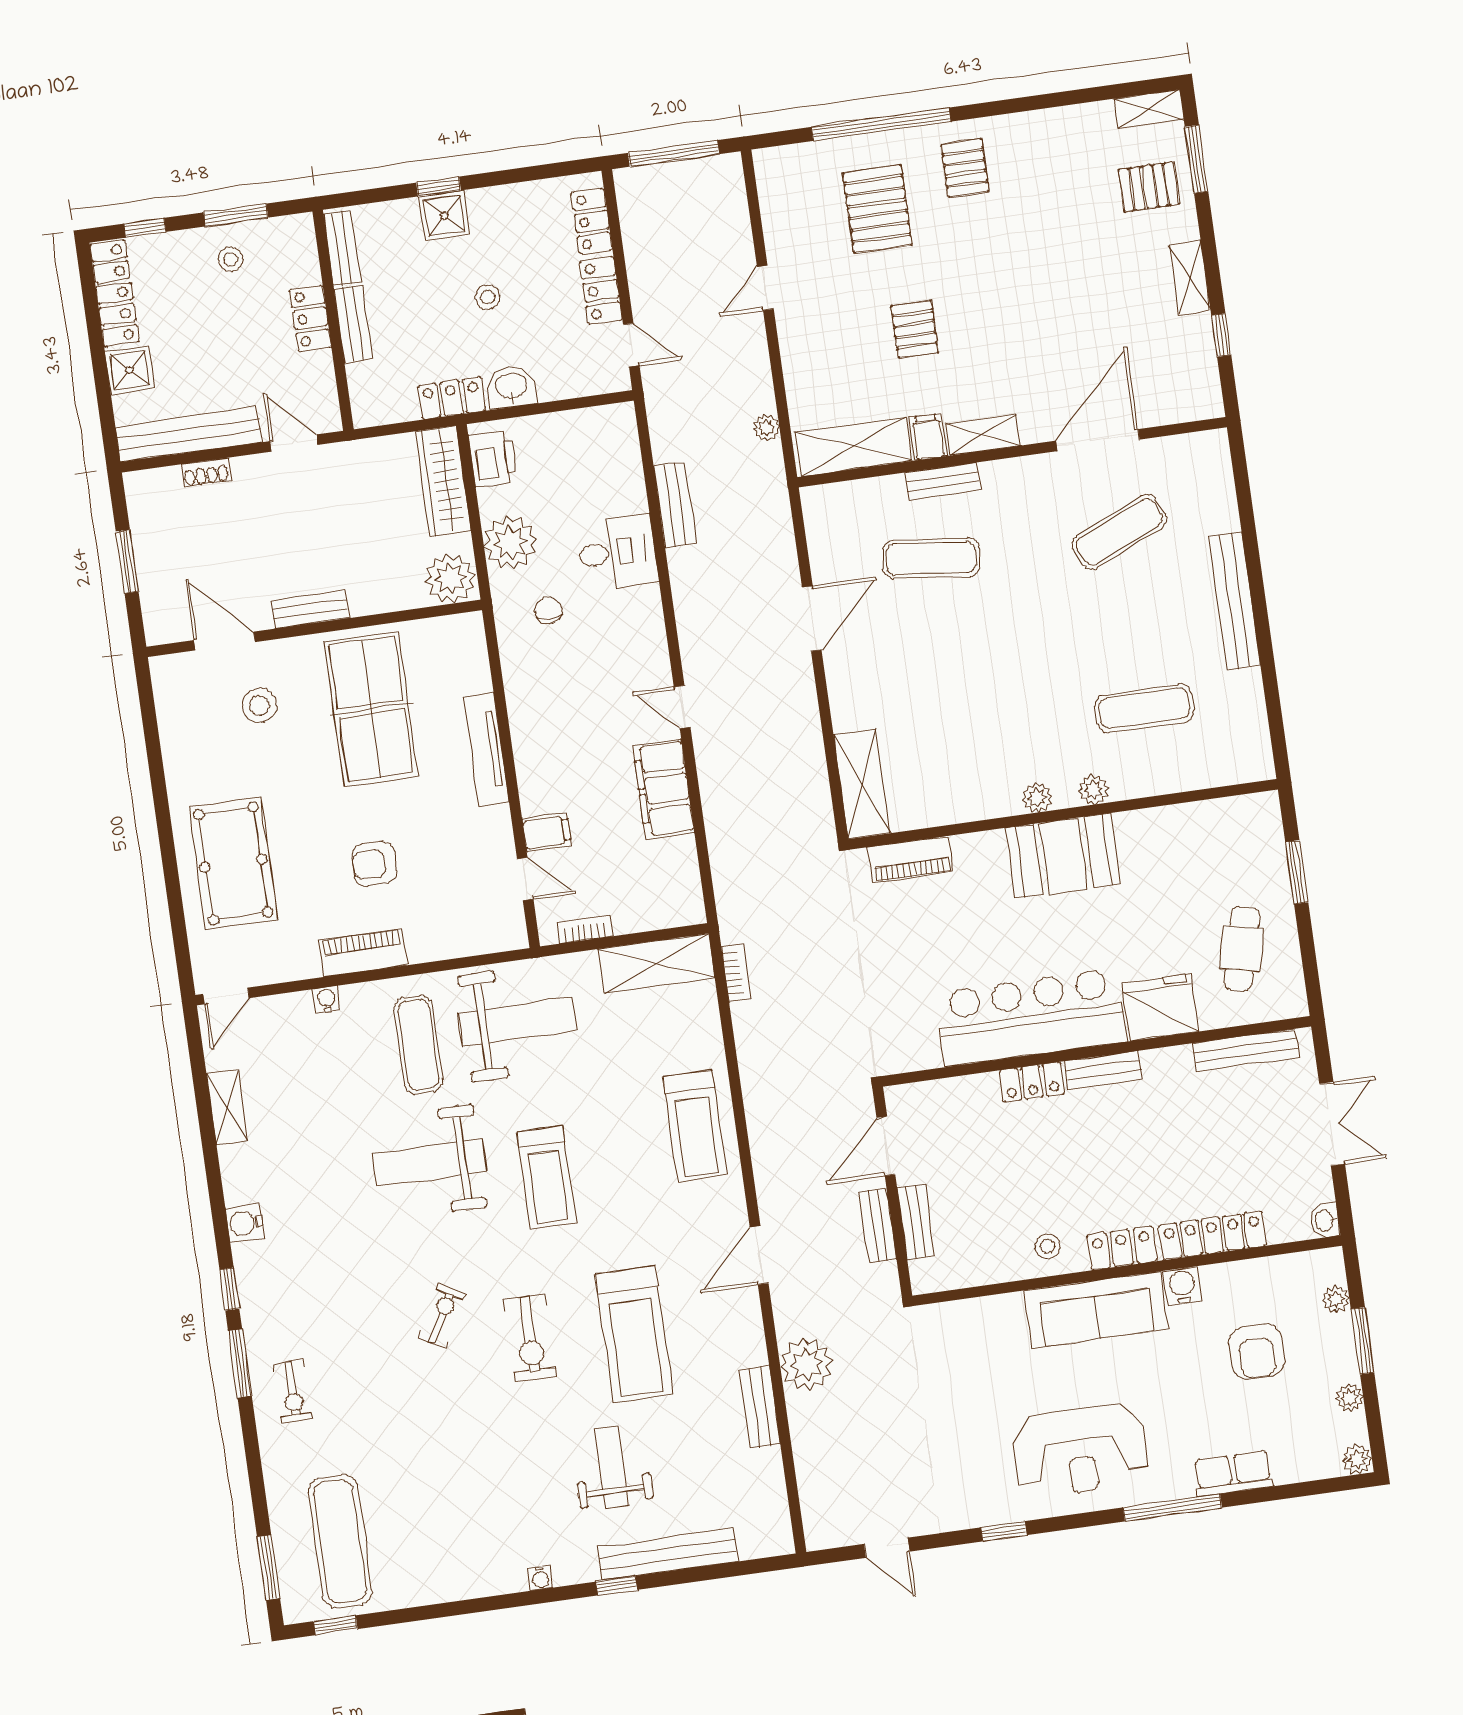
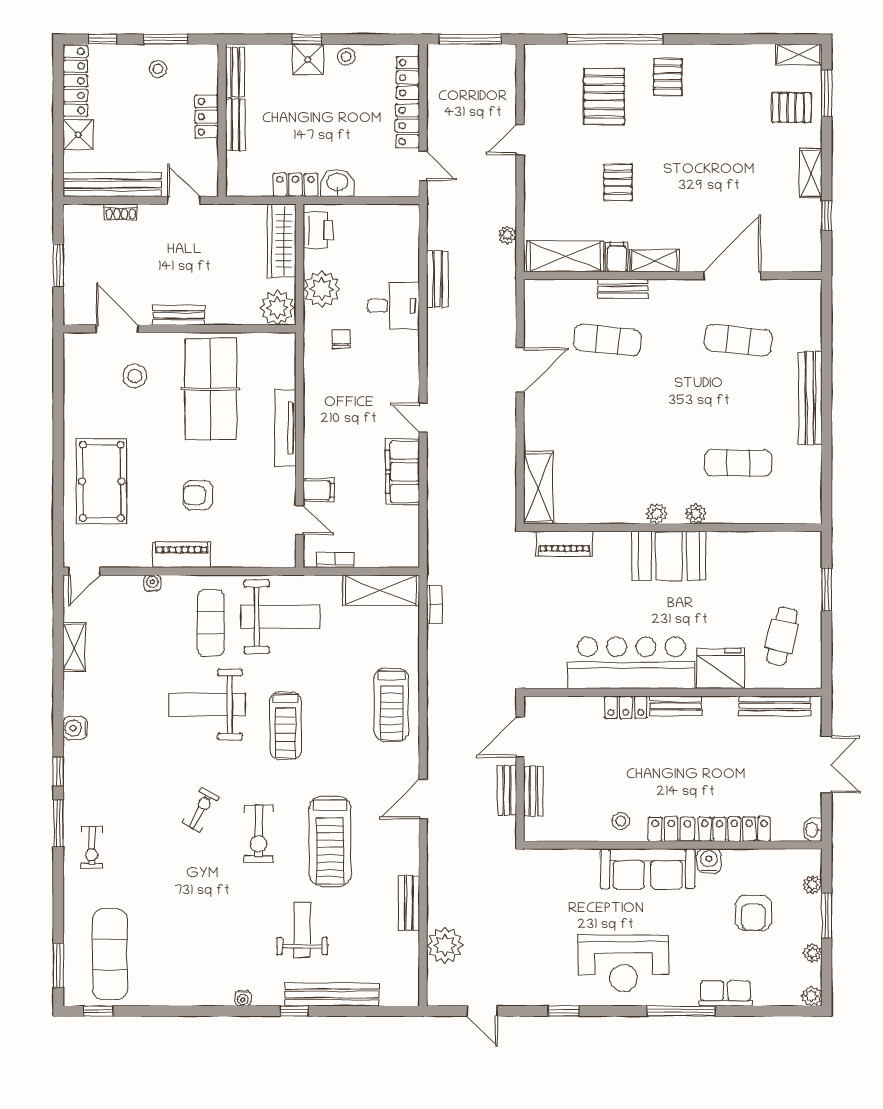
stool: (488, 297) -> (346, 57), moved
exercise mat: (1119, 532) -> (738, 340), turned 30
plant: (806, 1364) -> (445, 945), moved

